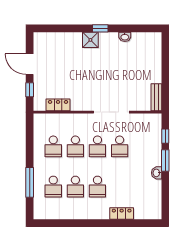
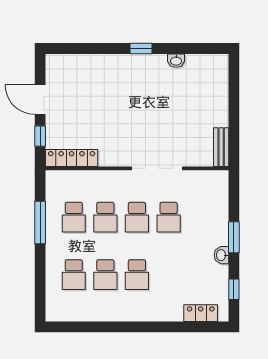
shower: (90, 40) -> (127, 65), removed
locker: (58, 105) -> (72, 158), width x1.53
window: (165, 136) -> (234, 289), moved
window: (30, 182) -> (40, 223), moved
locker: (122, 214) -> (201, 313), moved

